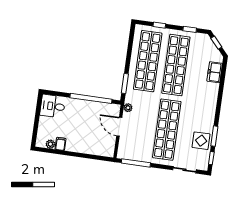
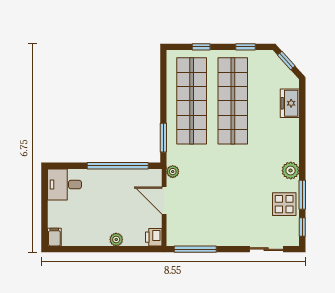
plant: (209, 118) -> (291, 171), added
shop shelf: (167, 130) -> (233, 195), removed
plant: (50, 144) -> (116, 239), moved
filing cabinet: (61, 144) -> (54, 237), moved
printer: (109, 151) -> (154, 237), added

